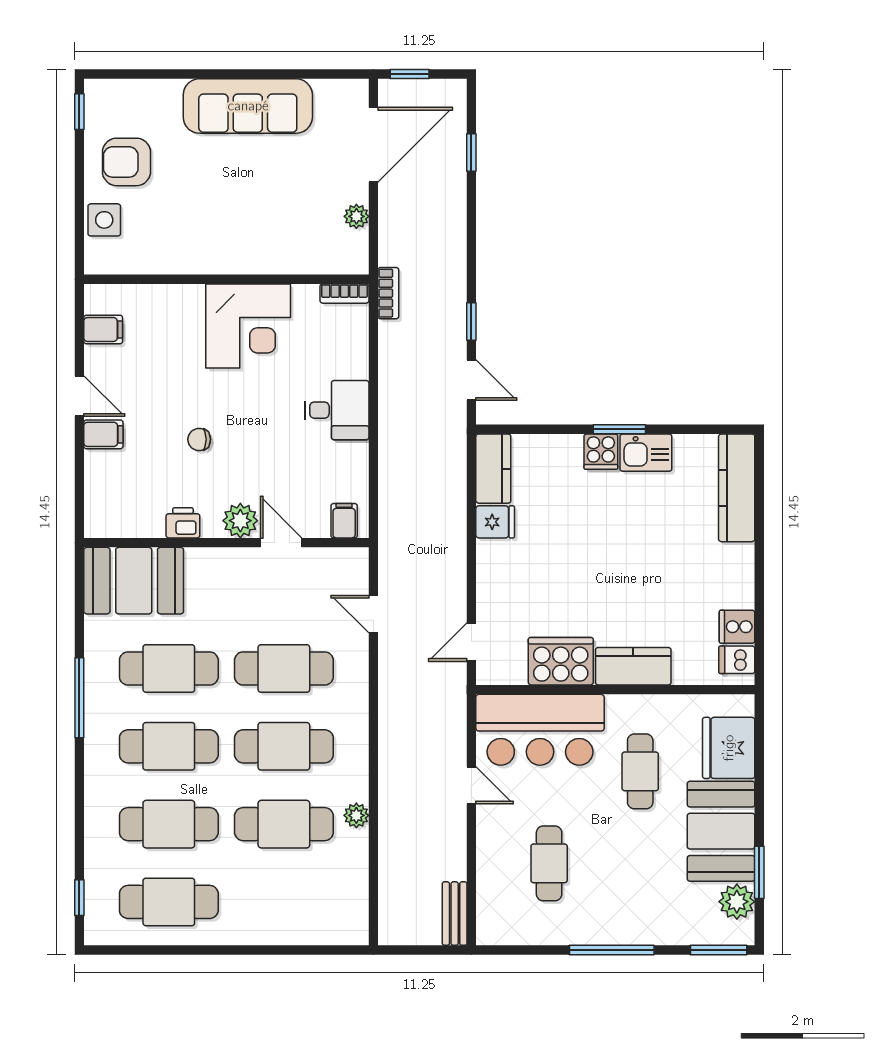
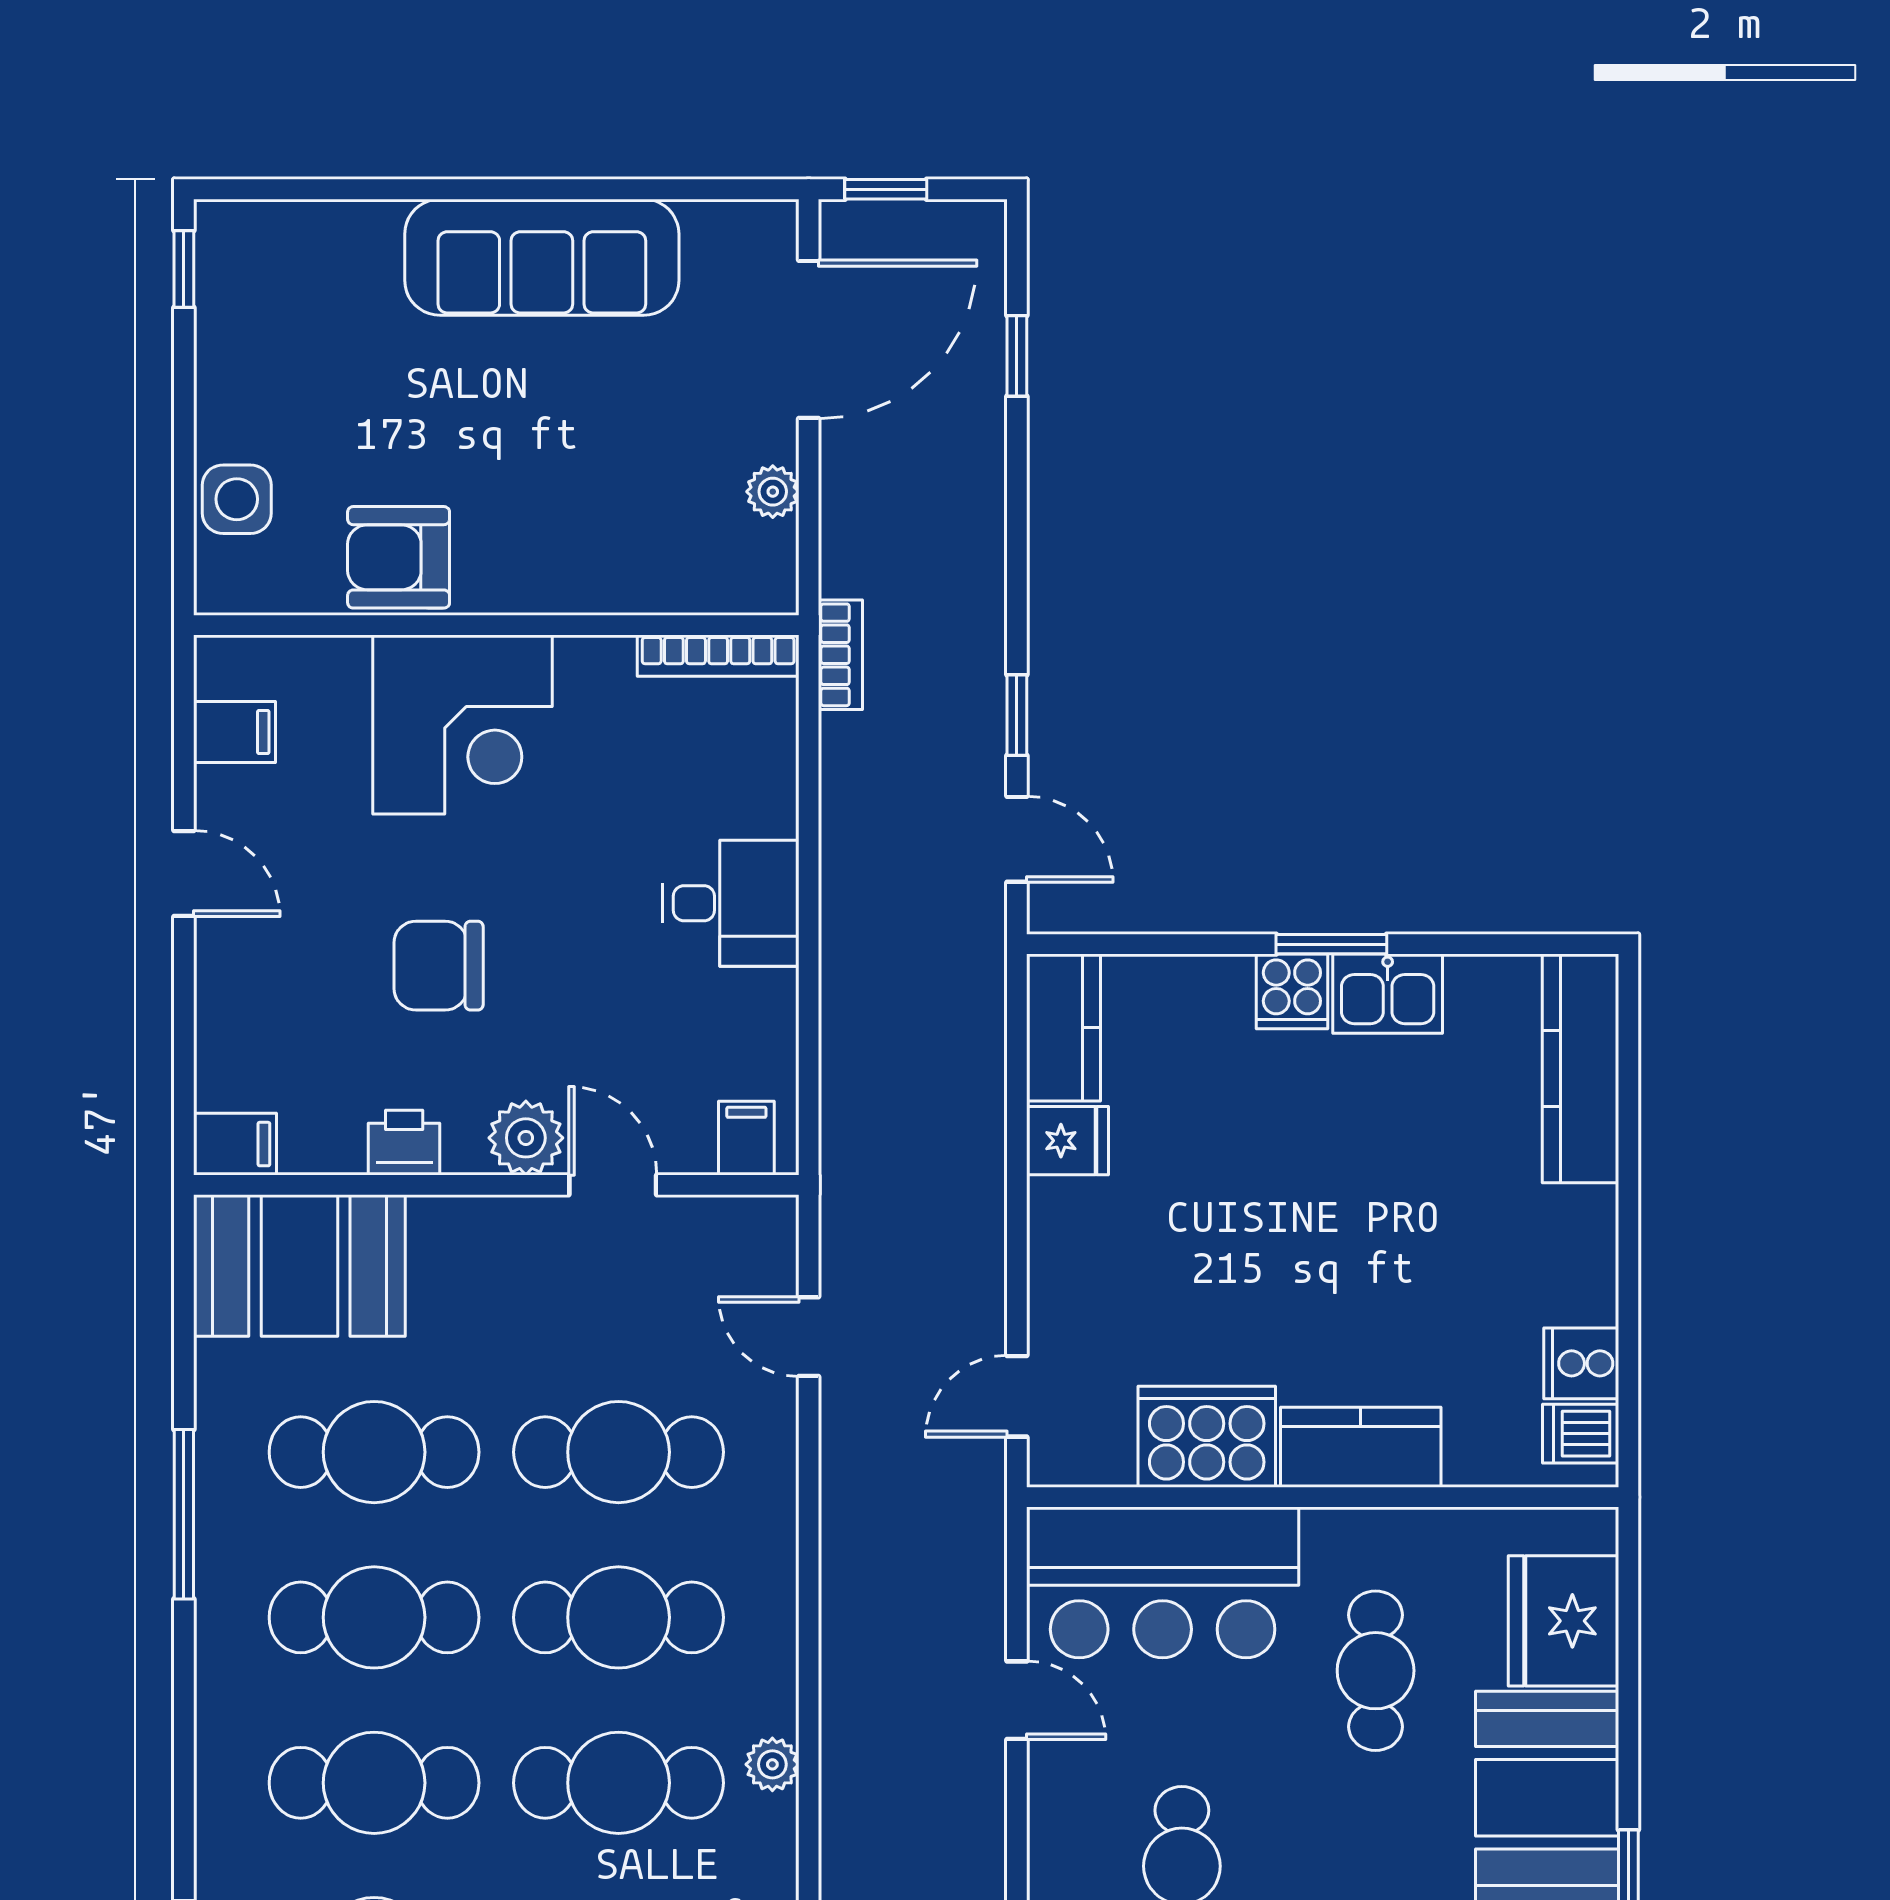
armchair: (126, 162) -> (399, 557), moved
bookcase: (344, 294) -> (718, 656), width x1.56
corner desk: (248, 326) -> (463, 725), moved
filing cabinet: (103, 434) -> (235, 1144), moved
chair: (199, 439) -> (439, 966), width x1.87, depth x1.87

